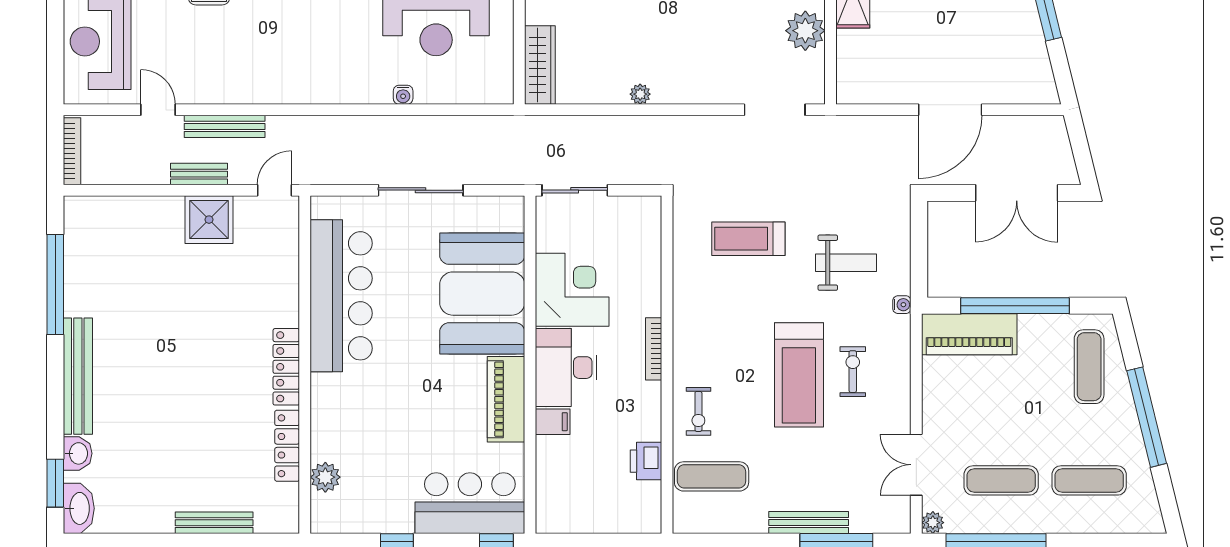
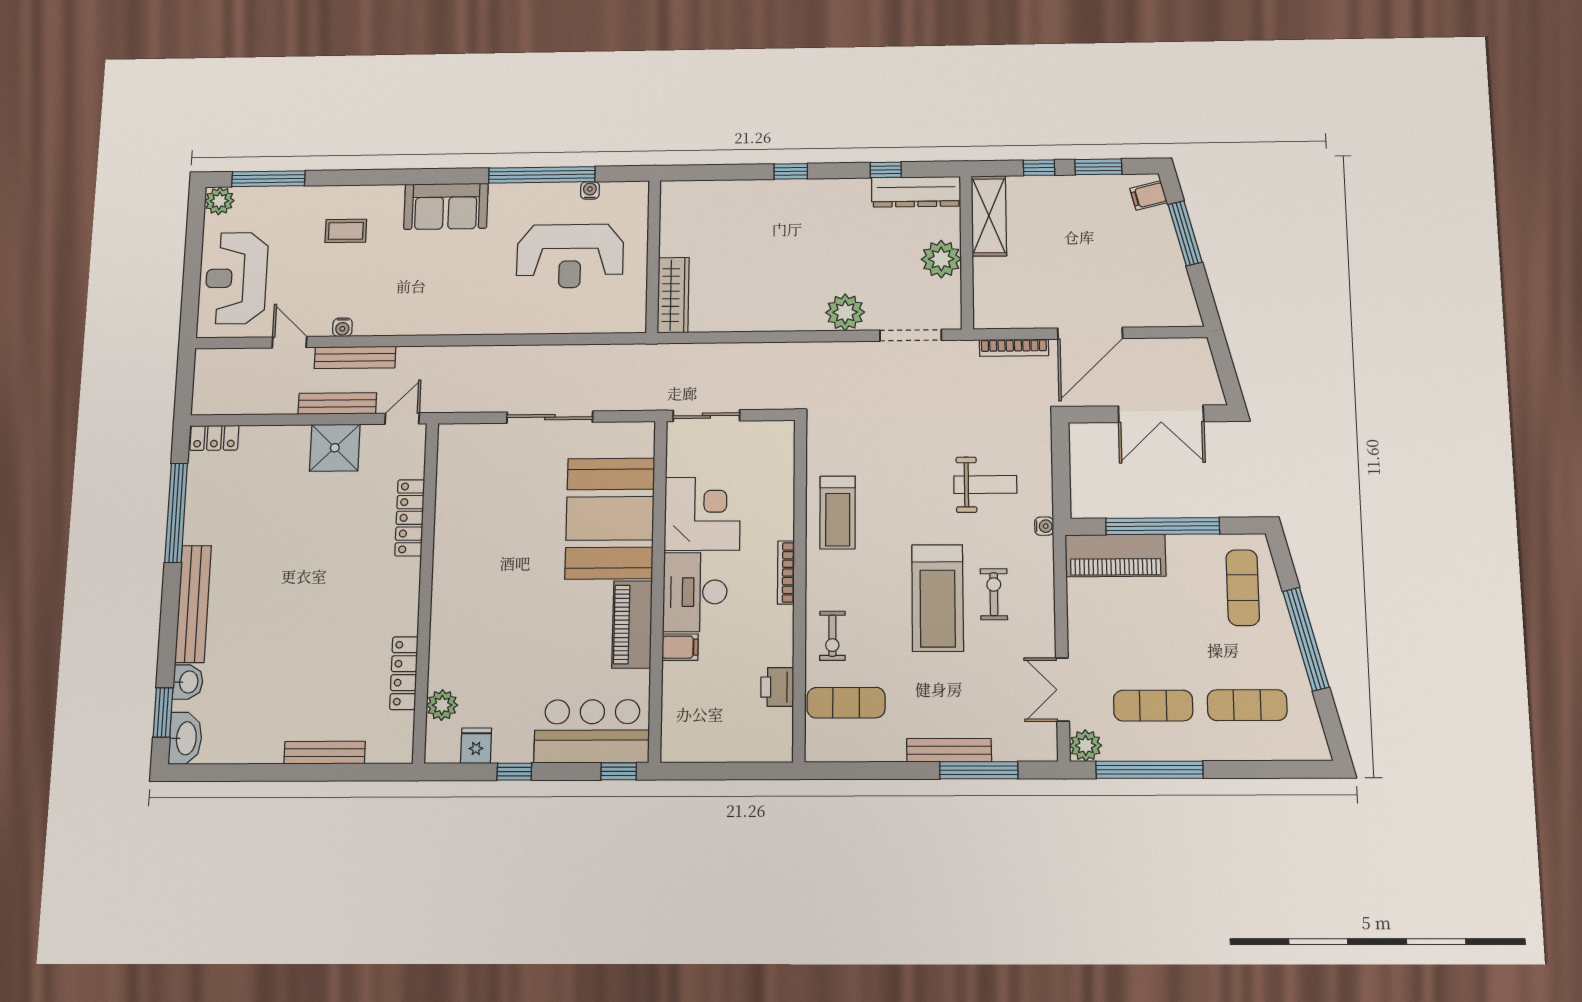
plant: (640, 94) -> (845, 312), moved, width x1.88, depth x1.88
water cooler: (403, 95) -> (342, 327), moved
bookcase: (72, 151) -> (1014, 348), moved, turned 90
bench: (199, 174) -> (337, 404), width x1.36
locker: (88, 208) -> (214, 438), added
treadmill: (748, 239) -> (838, 512), moved, turned -90
bar counter: (341, 296) -> (465, 522), removed
locker: (286, 367) -> (410, 518), moved
fridge: (359, 517) -> (476, 746), added
plant: (933, 523) -> (1086, 745), width x1.38, depth x1.38

